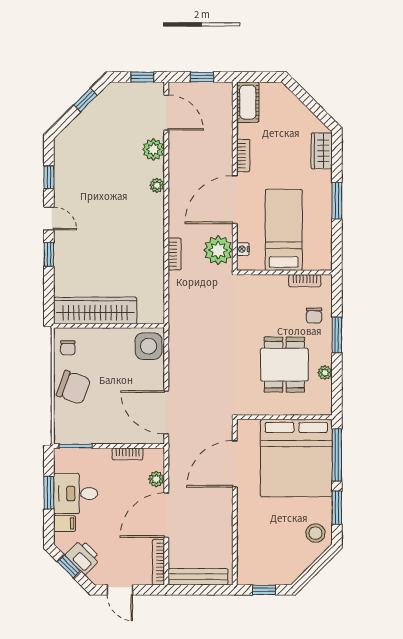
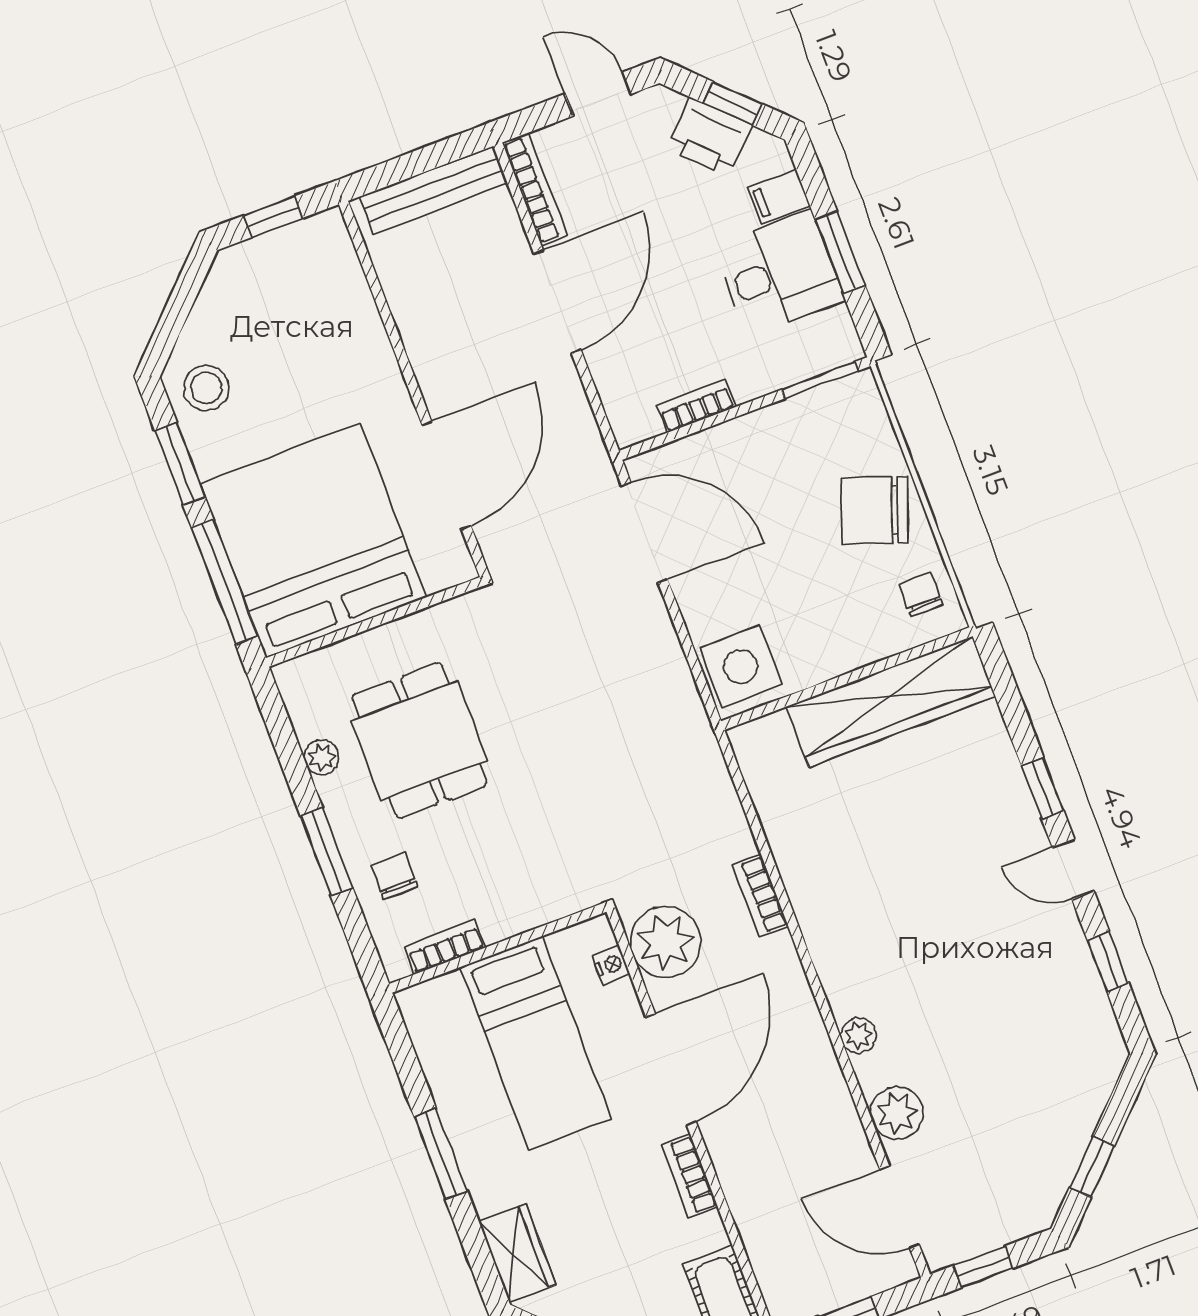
plant: (156, 479) -> (610, 374), removed

